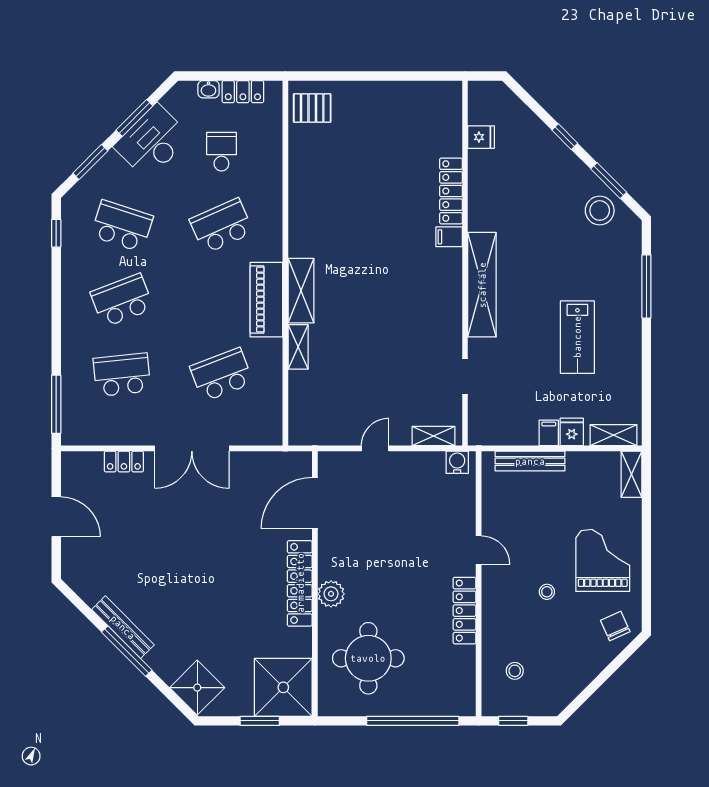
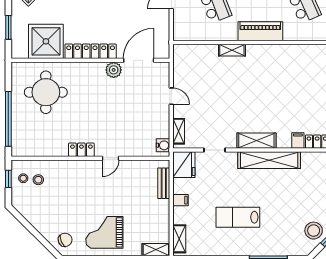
shelving: (301, 291) -> (256, 141), moved
fridge: (572, 432) -> (184, 165), moved, width x1.88, depth x1.34
bench: (530, 461) -> (164, 183), width x0.73
door: (315, 503) -> (139, 60), hinge flipped
grand piano: (603, 560) -> (104, 232), turned 180
stool: (547, 592) -> (23, 178), moved
plant: (331, 594) -> (114, 70), moved
locker: (465, 611) -> (81, 150), width x0.66
shower: (283, 687) -> (46, 41), moved

